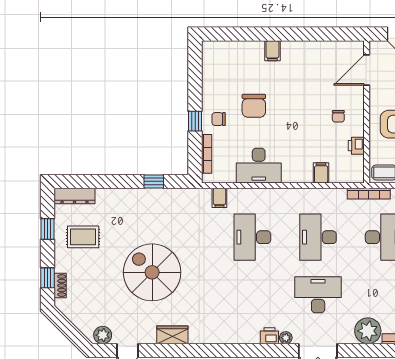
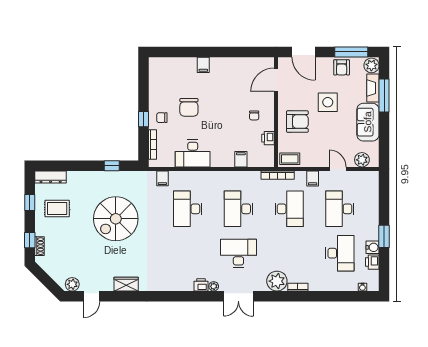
spiral stairs: (152, 272) -> (116, 219), moved, turned -90

